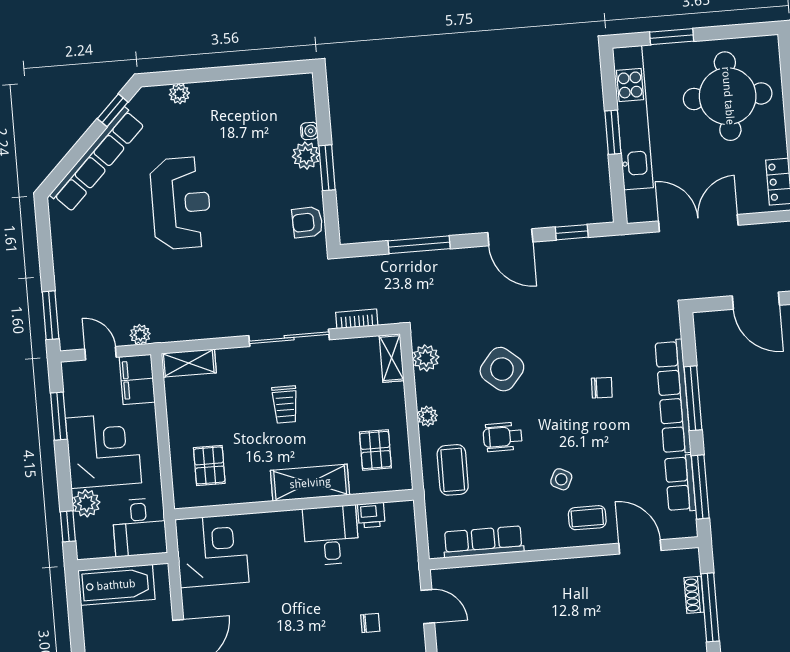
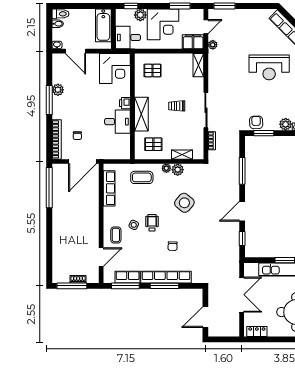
window: (327, 168) -> (264, 133), moved
shelving: (392, 358) -> (182, 155), moved
plant: (426, 358) -> (178, 170), moved
wheelchair: (502, 437) -> (152, 223), moved
printer: (371, 515) -> (125, 103), moved
door: (428, 607) -> (82, 162), width x1.87

